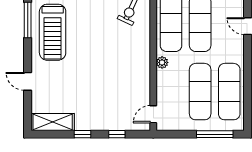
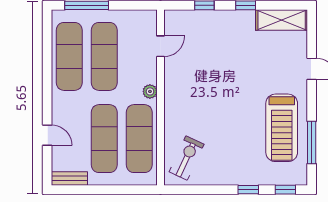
treadmill: (53, 32) -> (282, 128), turned 180
door: (153, 114) -> (161, 46), moved

